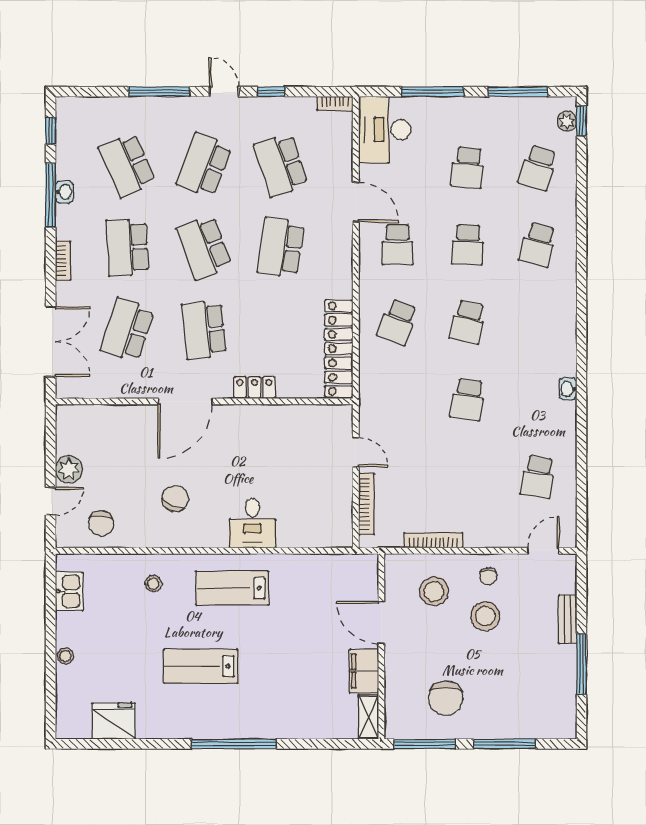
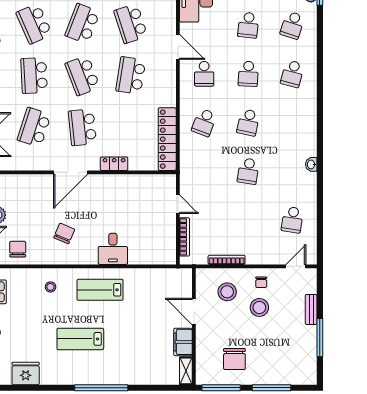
chair: (101, 523) -> (18, 249), turned 180

